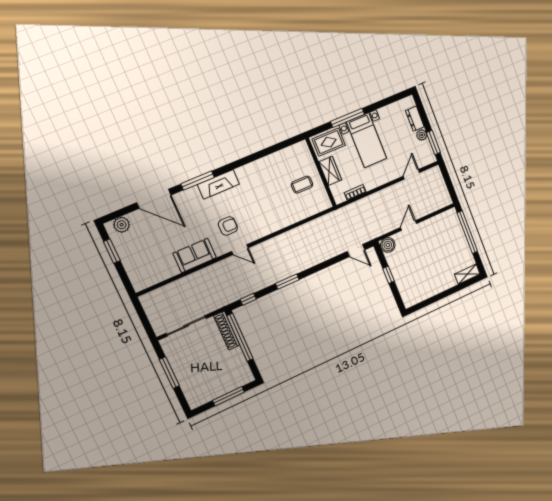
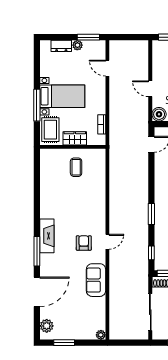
plant: (138, 286) -> (101, 335), added

